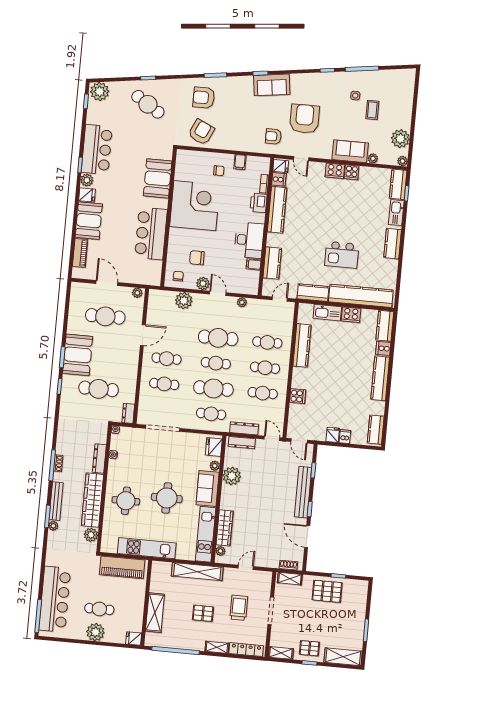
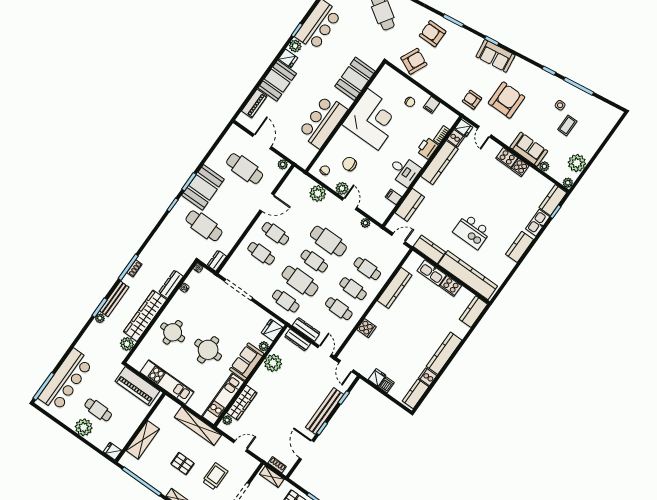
desk: (249, 240) -> (404, 171), width x0.73
cooker: (383, 348) -> (428, 377), moved

